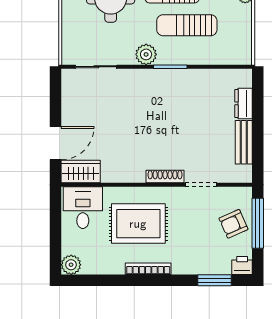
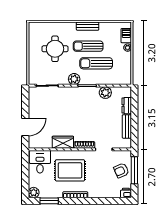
plant: (204, 80) -> (105, 93), added
wardrobe: (81, 172) -> (63, 142), moved
window: (215, 280) -> (49, 201), moved

